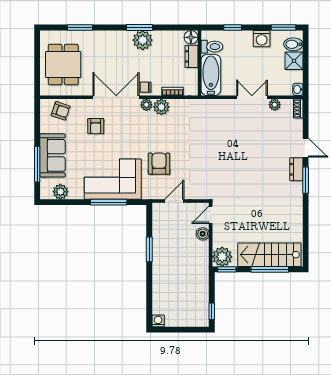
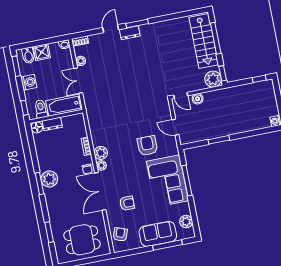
floor lamp: (191, 37) -> (37, 127), moved
toilet: (212, 47) -> (41, 109), moved
dresser: (191, 56) -> (52, 124), moved
wall: (199, 63) -> (56, 116), moved
bathtub: (211, 75) -> (64, 105), moved
armchair: (159, 164) -> (147, 146), turned 90

